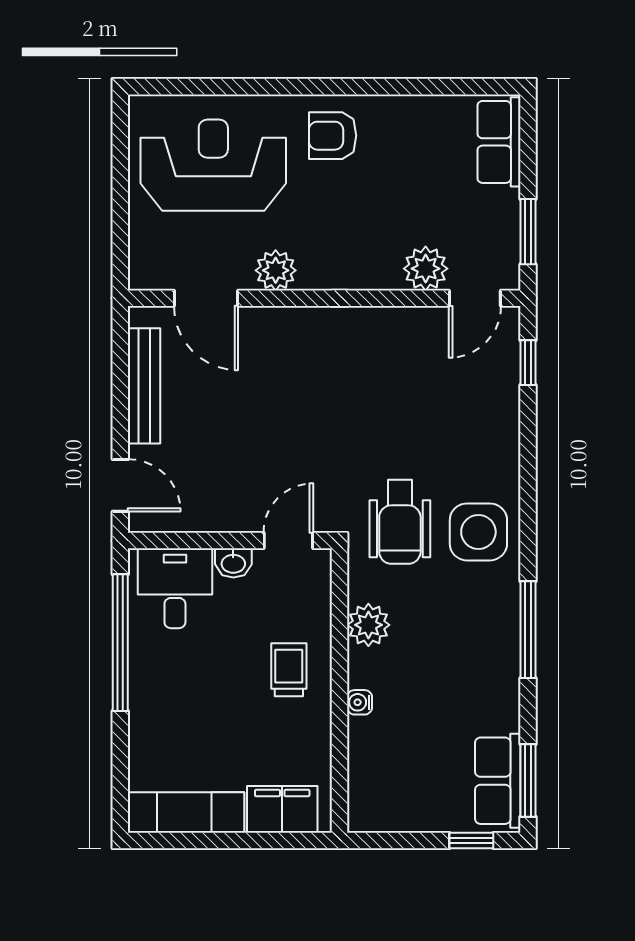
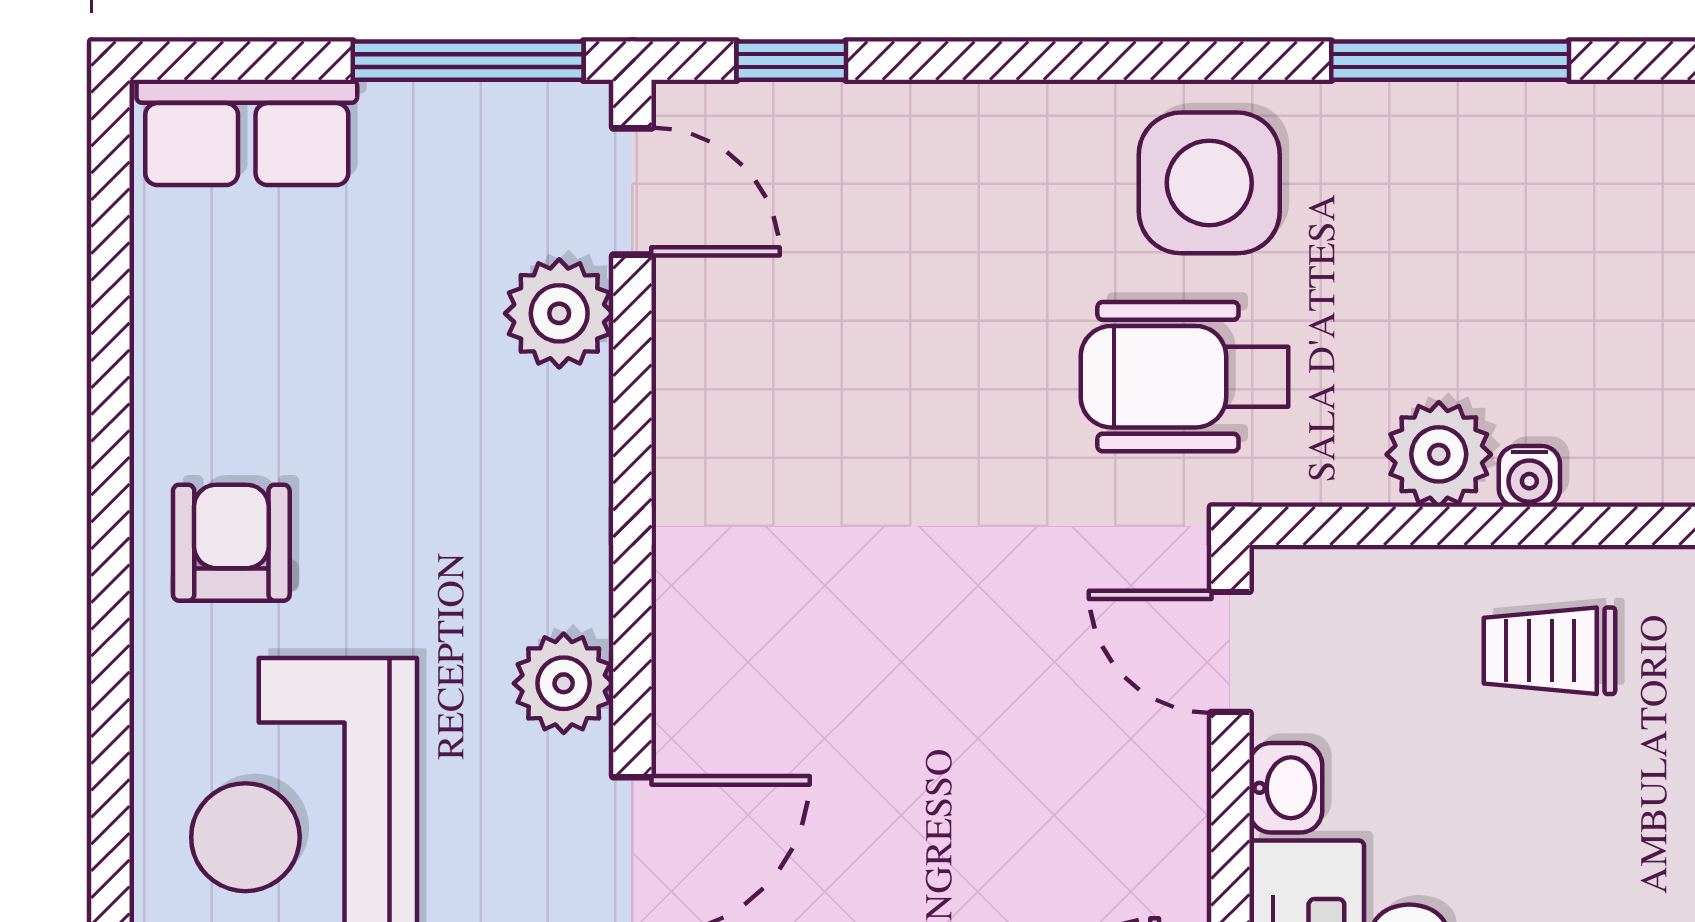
armchair: (333, 136) -> (231, 543), turned 180
window: (528, 232) -> (468, 61), width x1.44
wheelchair: (400, 522) -> (1185, 377), turned 180
water cooler: (360, 702) -> (1529, 476), moved

